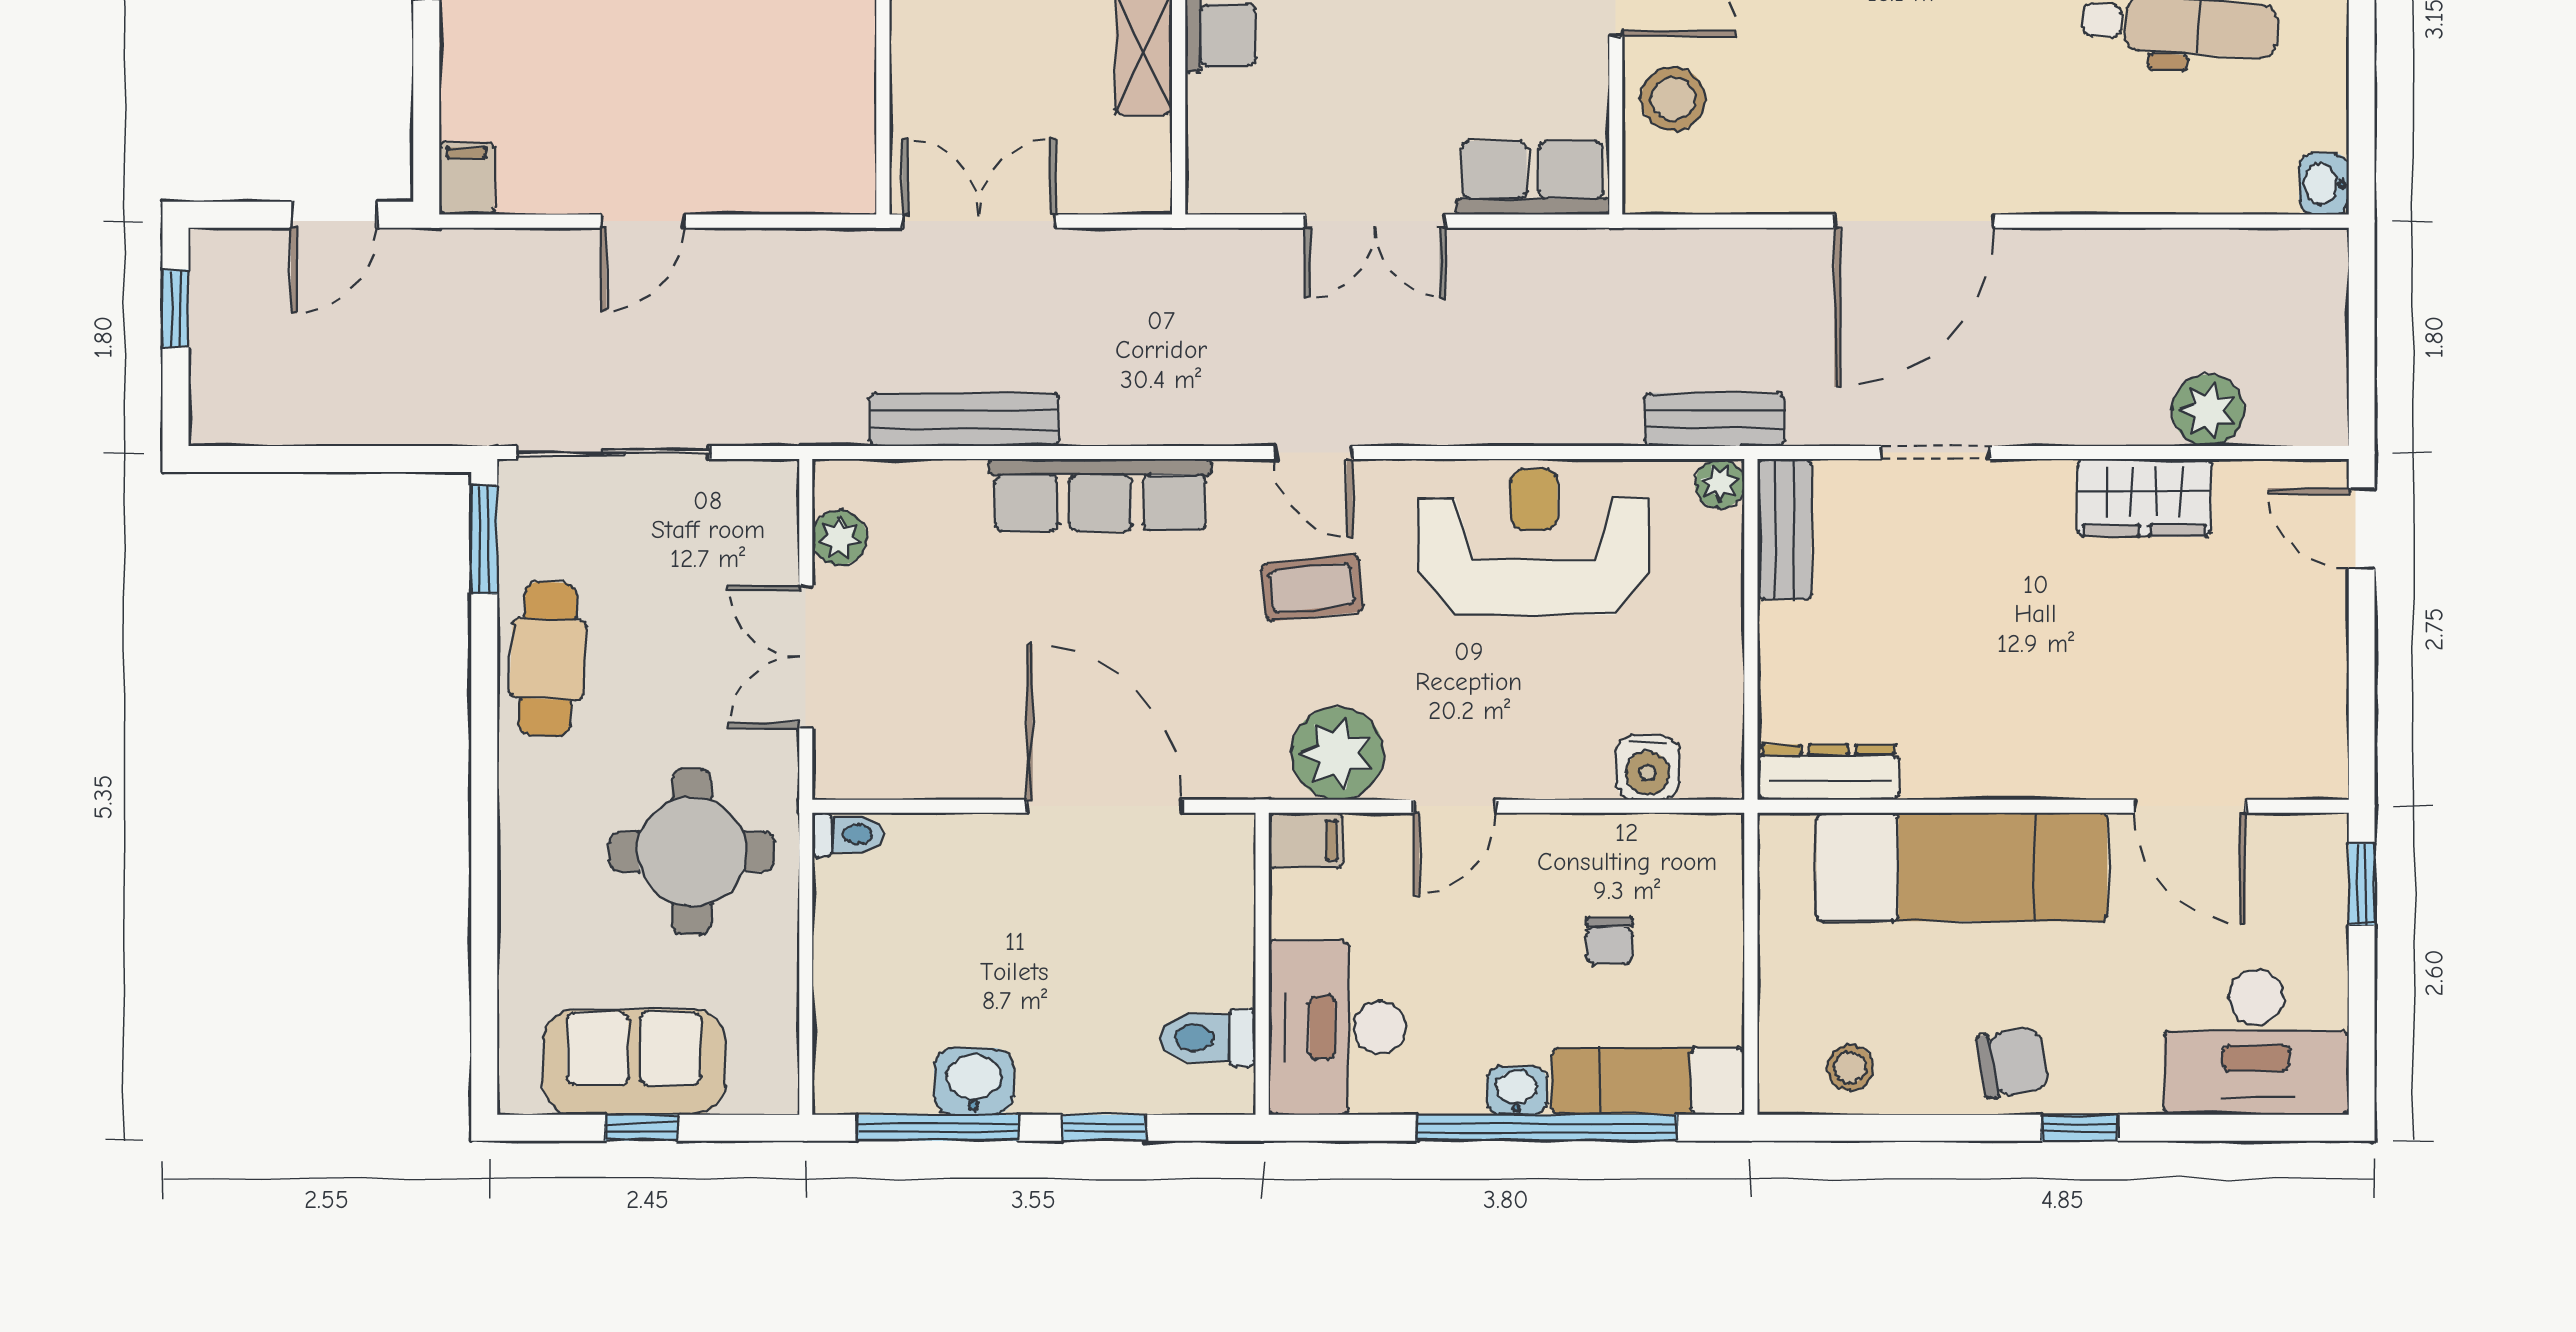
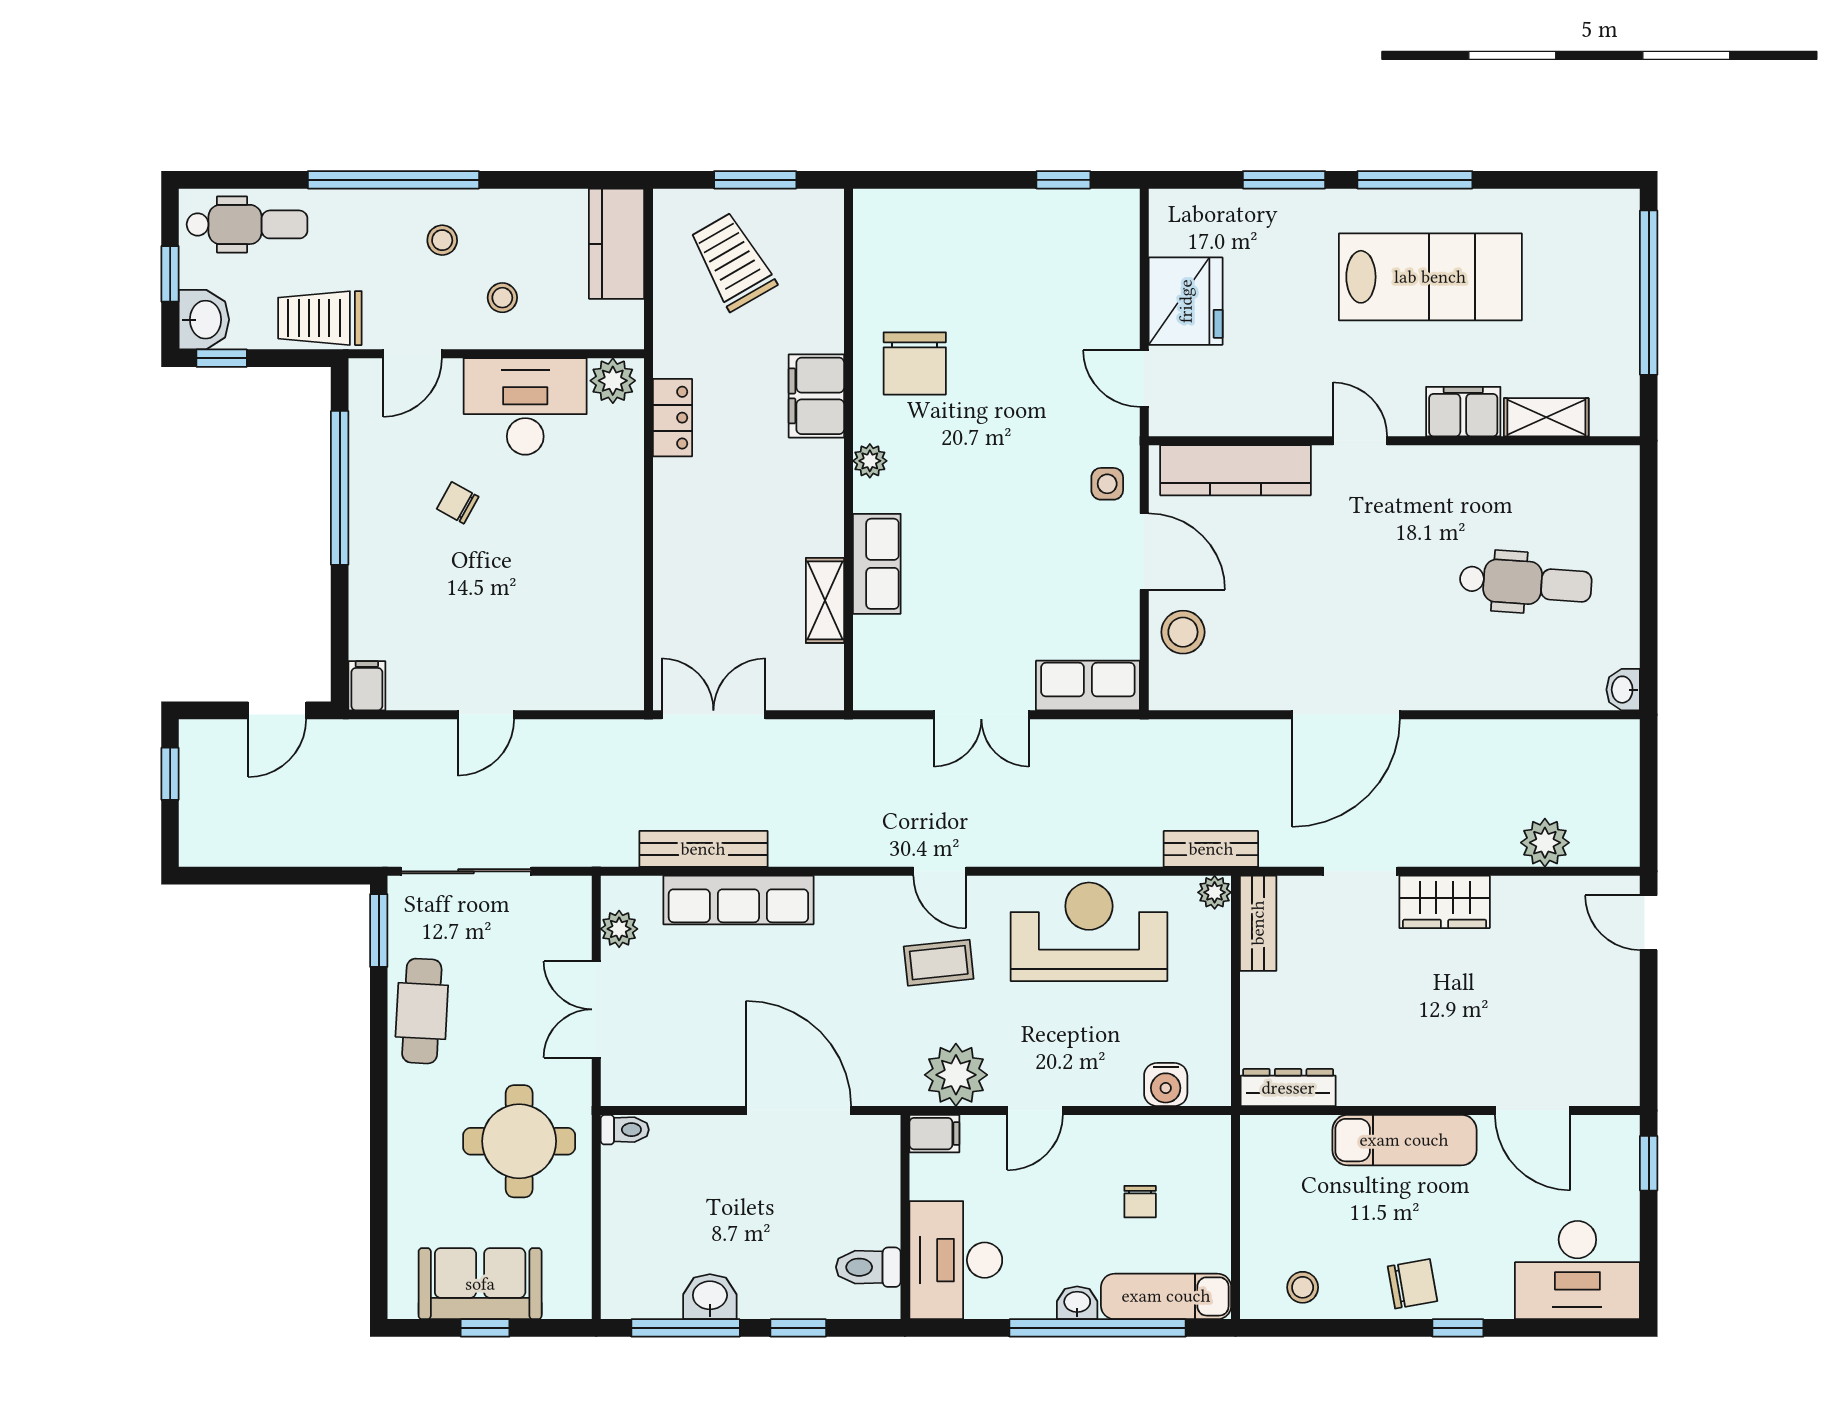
row of seats: (1100, 495) -> (738, 900), moved
wardrobe: (2144, 498) -> (1445, 902), moved
exam couch: (1962, 867) -> (1404, 1140), width x0.73, depth x0.69

